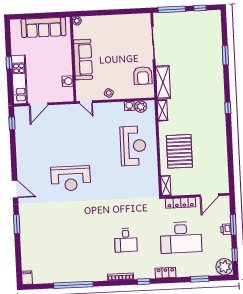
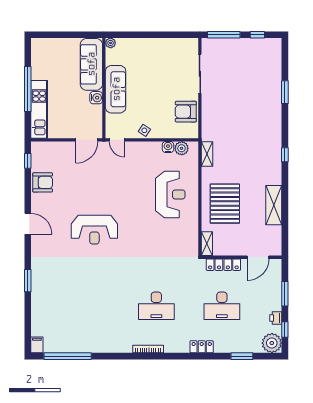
sofa: (44, 27) -> (91, 64), moved, turned 90
window: (9, 63) -> (28, 89), width x3.17
armchair: (143, 76) -> (186, 112), turned 90
water cooler: (68, 81) -> (96, 98), moved
shelving: (163, 82) -> (274, 205), moved
door: (38, 104) -> (87, 140), moved
armchair: (25, 141) -> (43, 182), added
door: (15, 189) -> (28, 224), moved
printer: (226, 229) -> (276, 318), moved
desk: (181, 237) -> (222, 306), width x0.73, depth x0.77
desk: (126, 240) -> (156, 306), width x1.37
window: (144, 282) -> (175, 356), removed
window: (73, 285) -> (68, 356), moved

